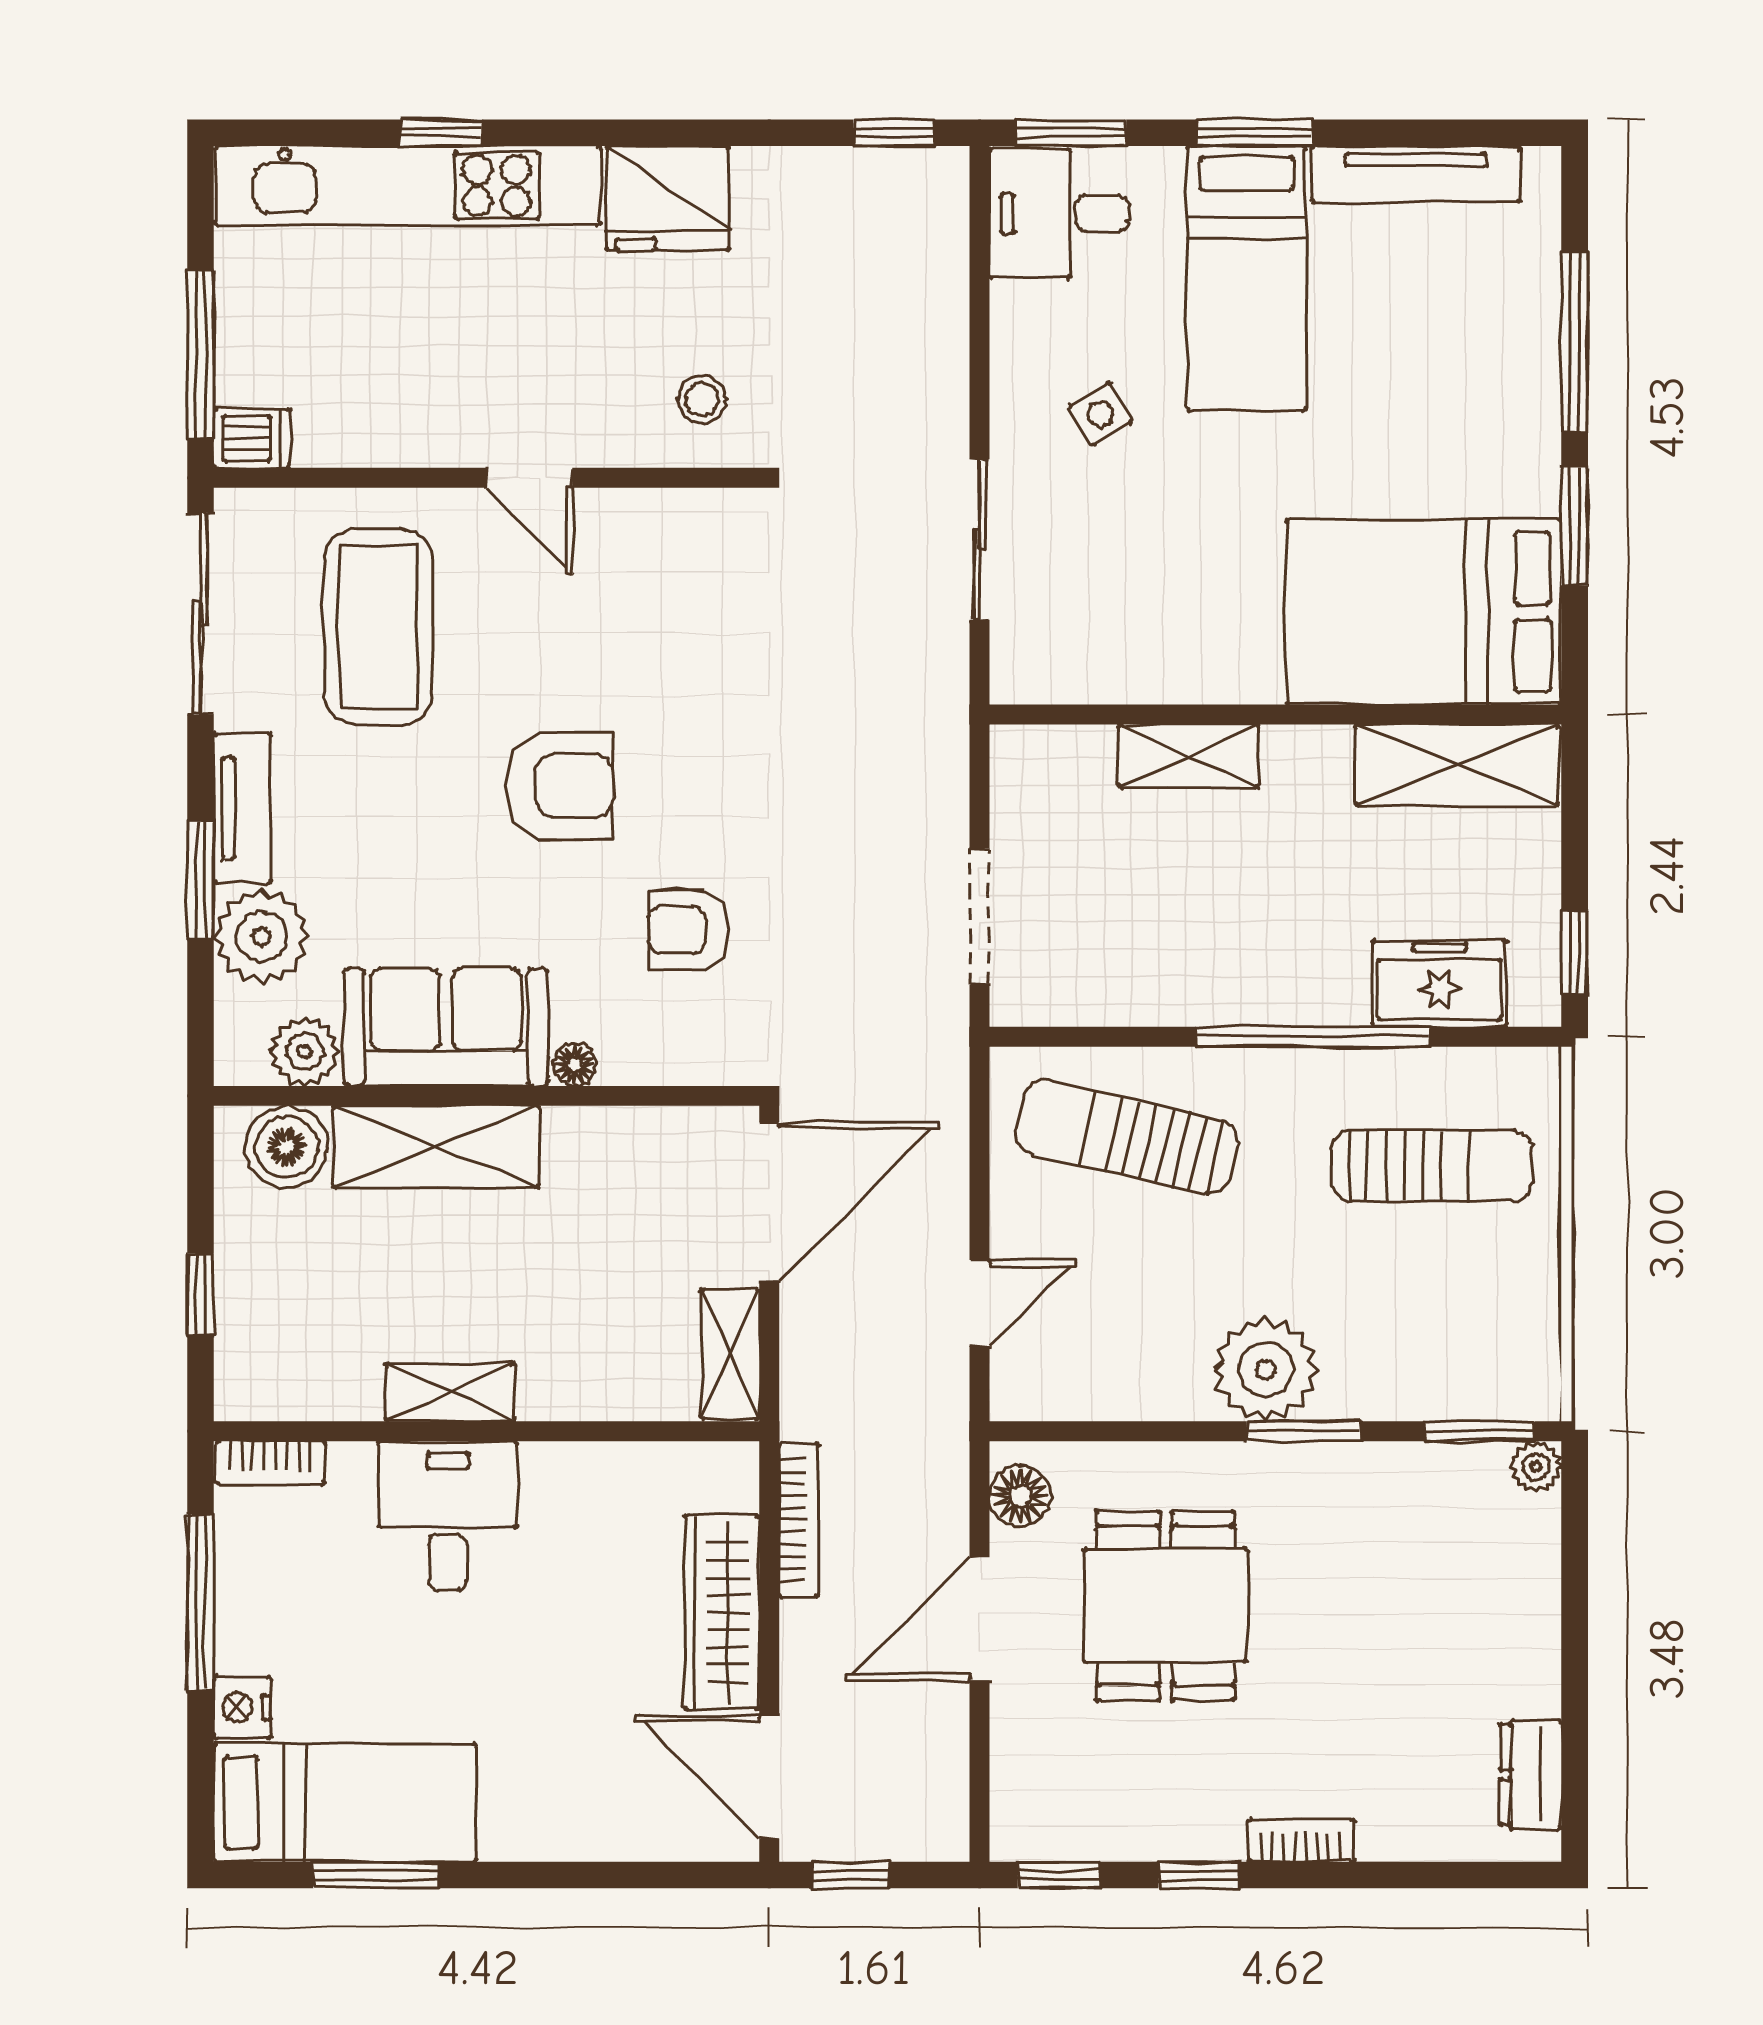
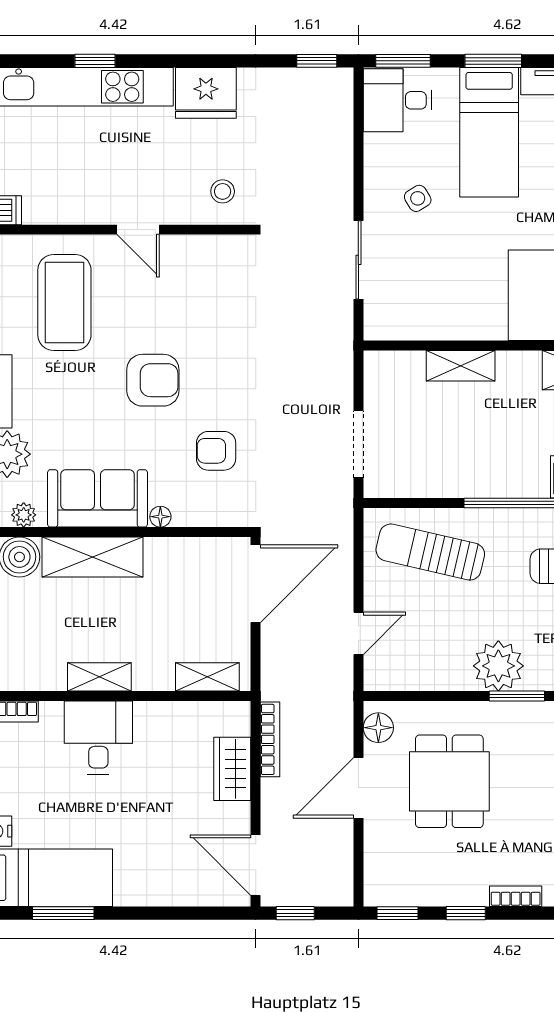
plant: (304, 1051) -> (24, 515), width x0.73, depth x0.73
shelving: (730, 1354) -> (207, 677), moved, turned 90
wardrobe: (722, 1612) -> (232, 769), width x0.67

